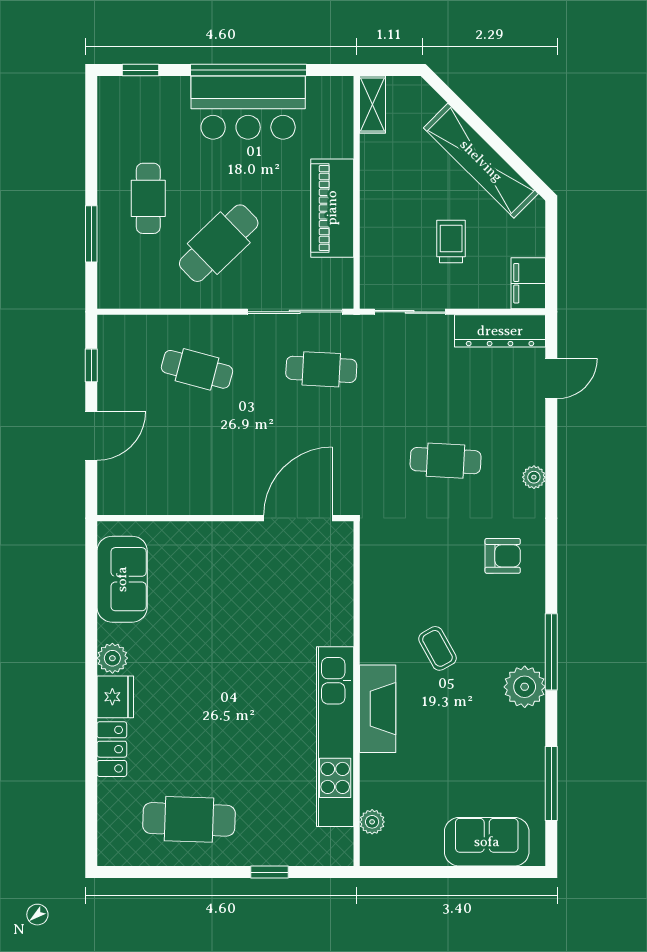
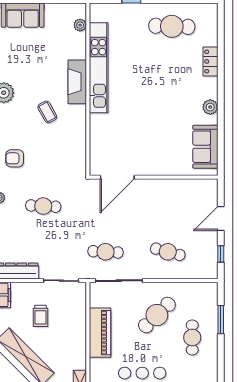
fridge: (115, 697) -> (209, 88), removed

